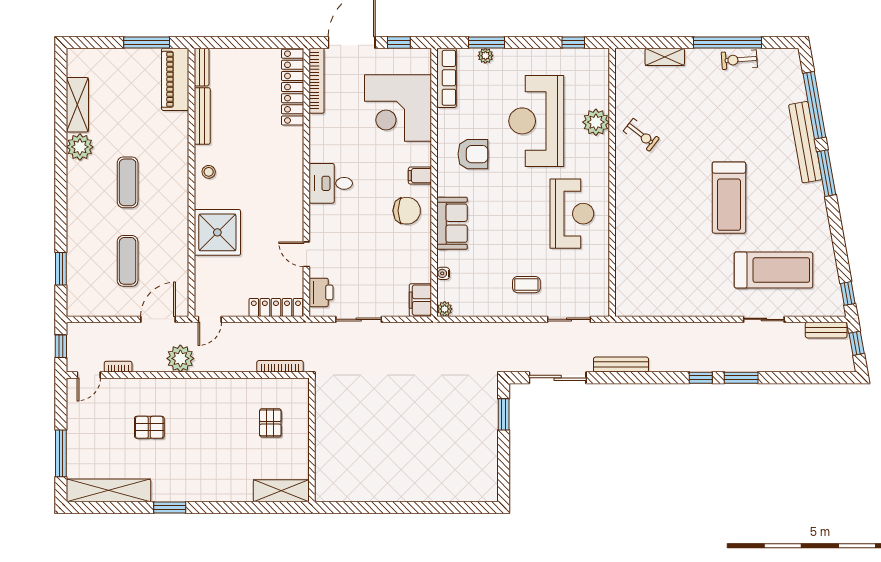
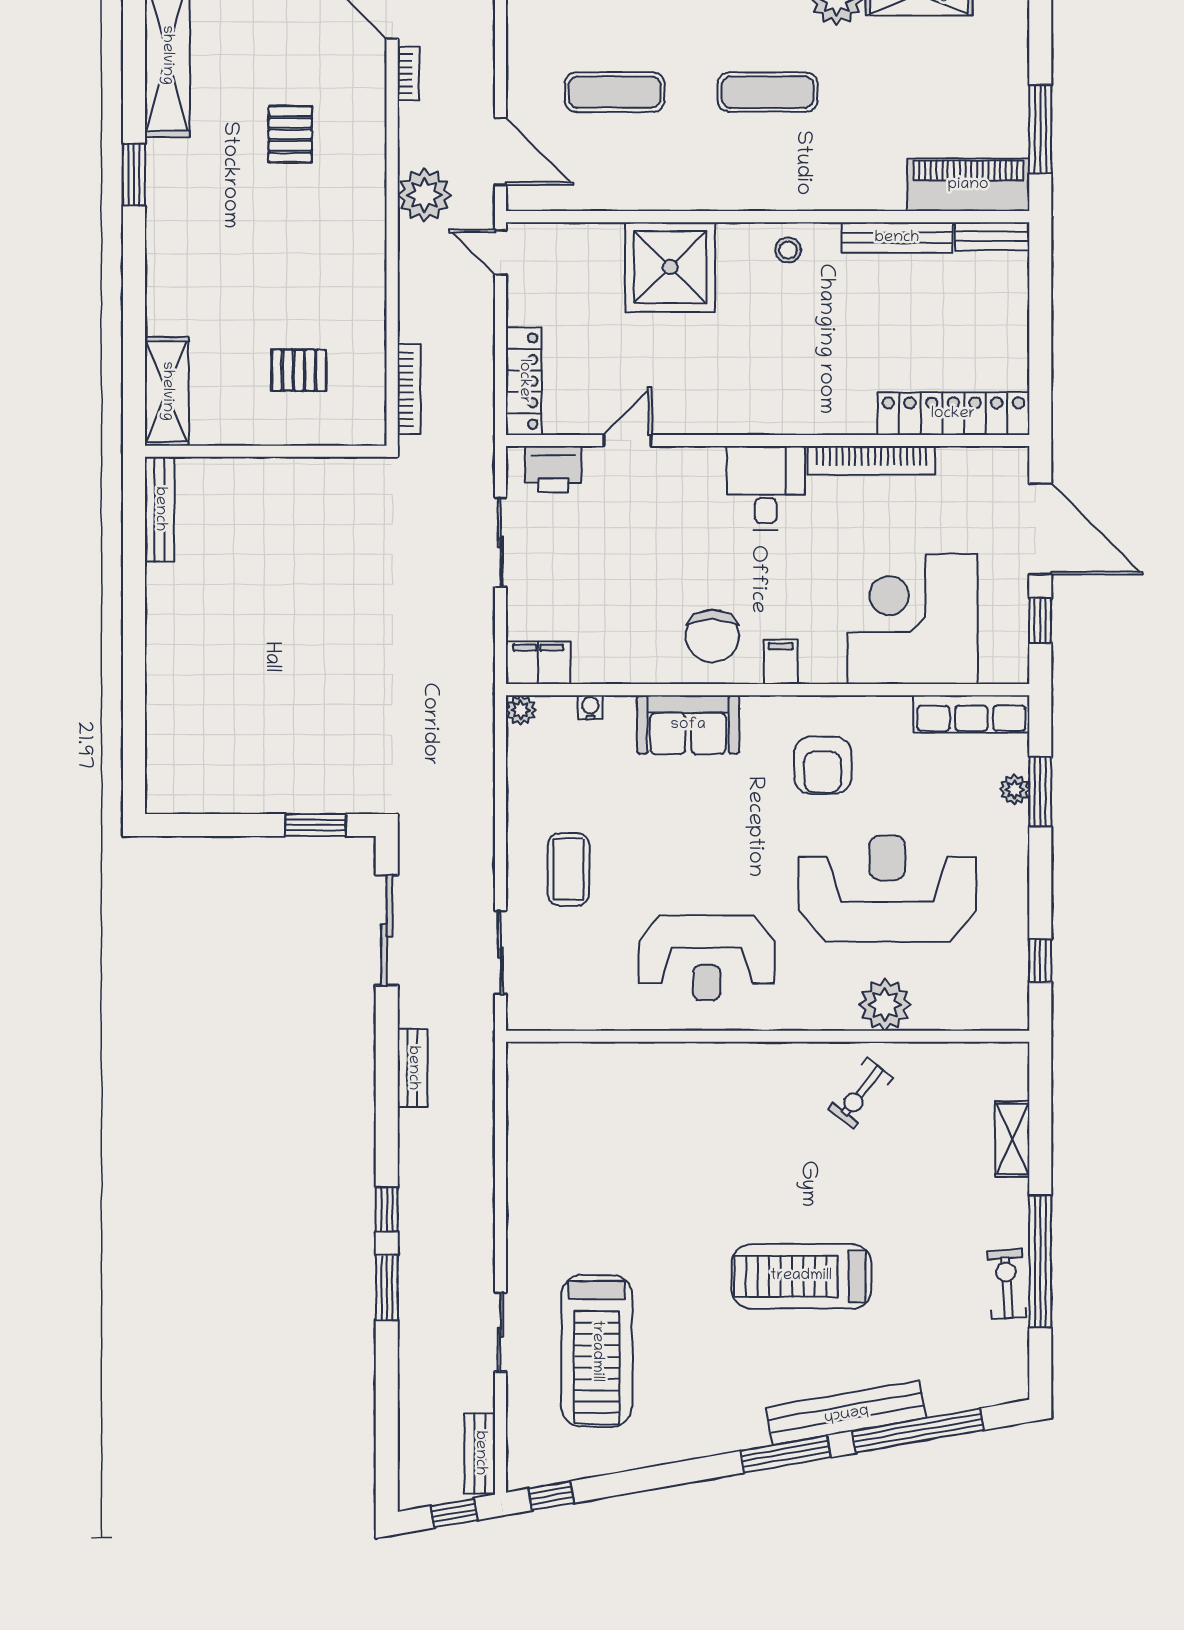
bookcase: (317, 81) -> (871, 460), moved
treadmill: (729, 198) -> (801, 1276), moved
coffee table: (526, 285) -> (568, 869), width x1.36, depth x1.30
bench: (621, 365) -> (413, 1068), width x0.73
bench: (342, 494) -> (160, 509), added

